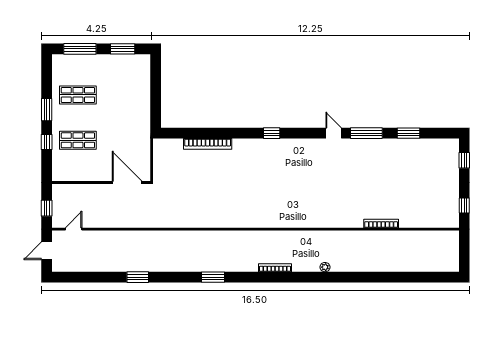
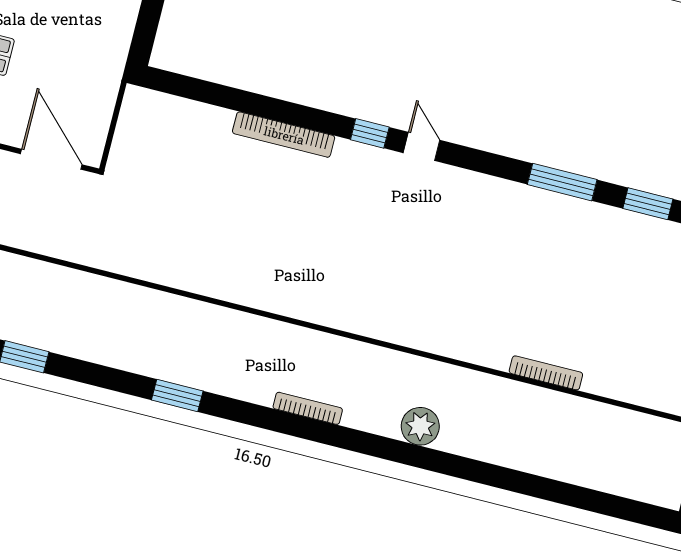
door: (334, 133) -> (421, 146), moved
bookcase: (208, 144) -> (284, 135), moved
plant: (325, 267) -> (420, 426), width x1.87, depth x1.87

